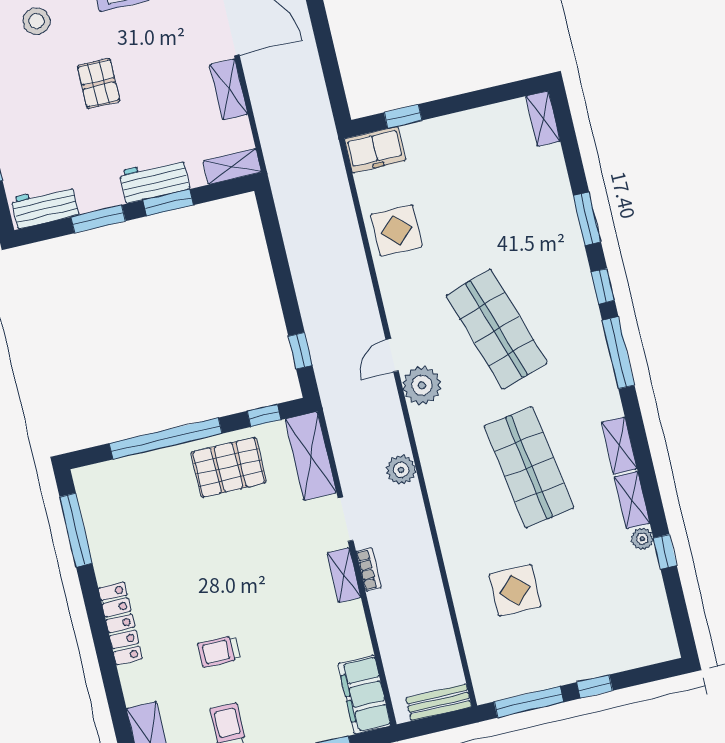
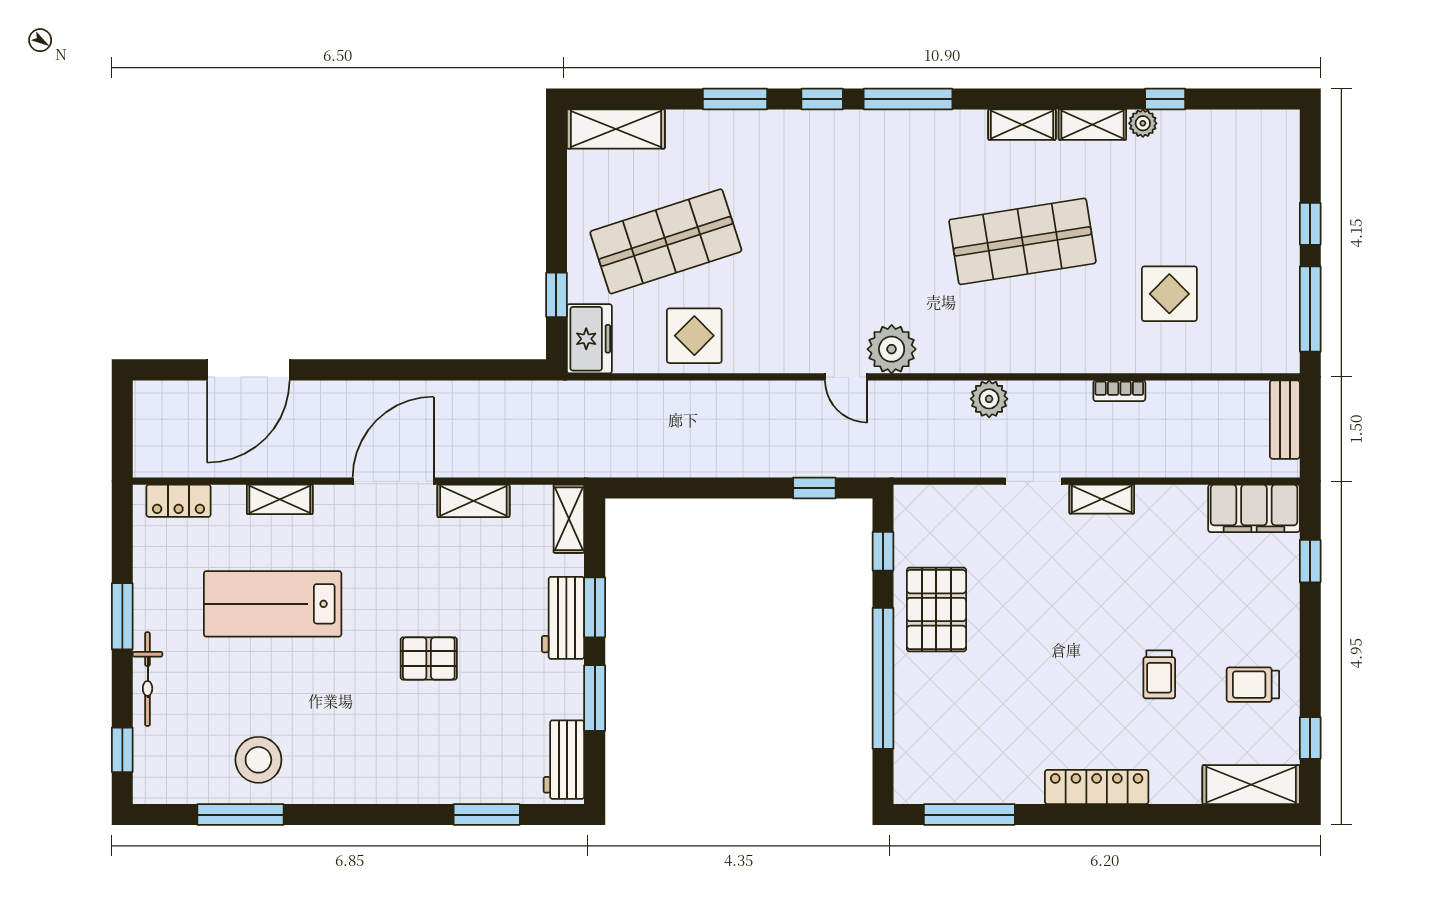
stool: (36, 21) -> (334, 717), removed
shelving: (543, 119) -> (616, 129), width x1.50, depth x1.33
shop shelf: (497, 329) -> (666, 241), moved
shelving: (311, 456) -> (946, 506), removed
bookcase: (369, 569) -> (1119, 391), moved, turned 180

